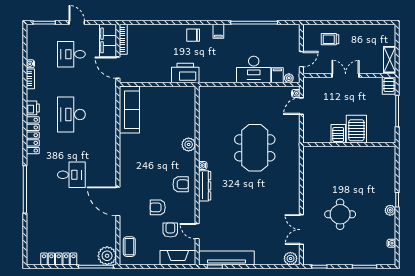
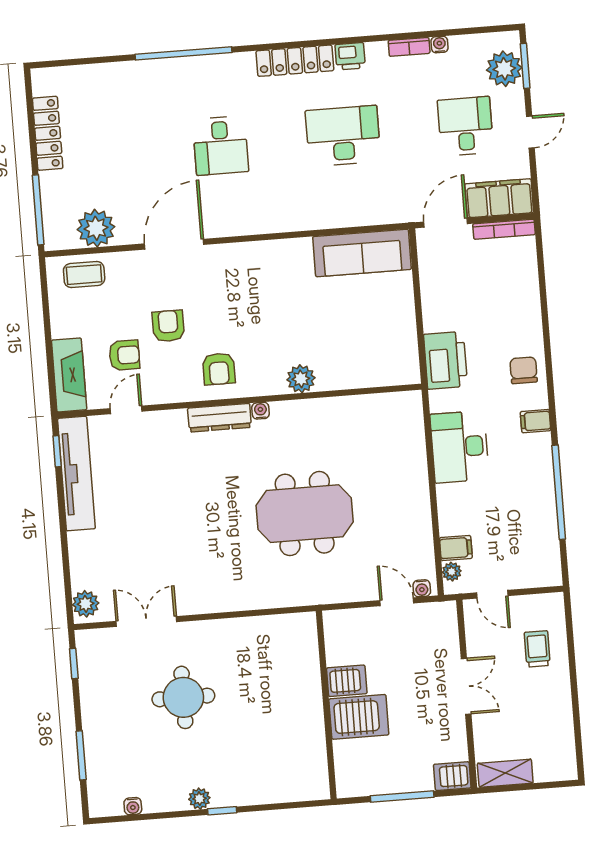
plant: (45, 33) -> (504, 69), added
desk: (254, 69) -> (460, 447), moved
plant: (107, 256) -> (96, 228), moved

